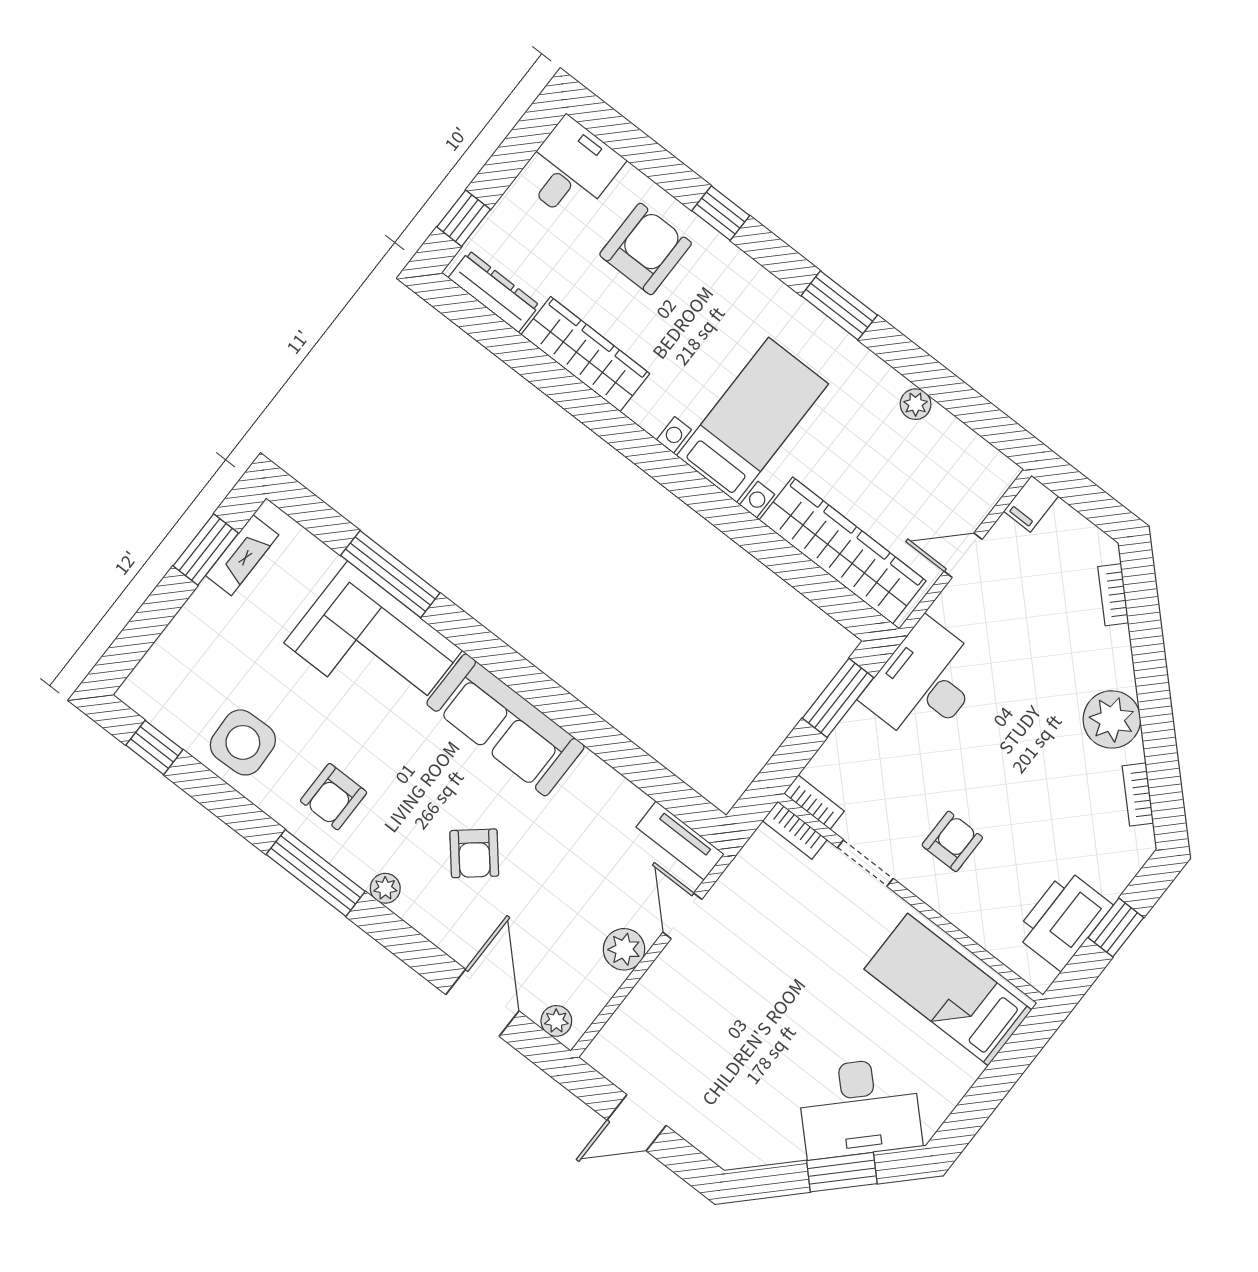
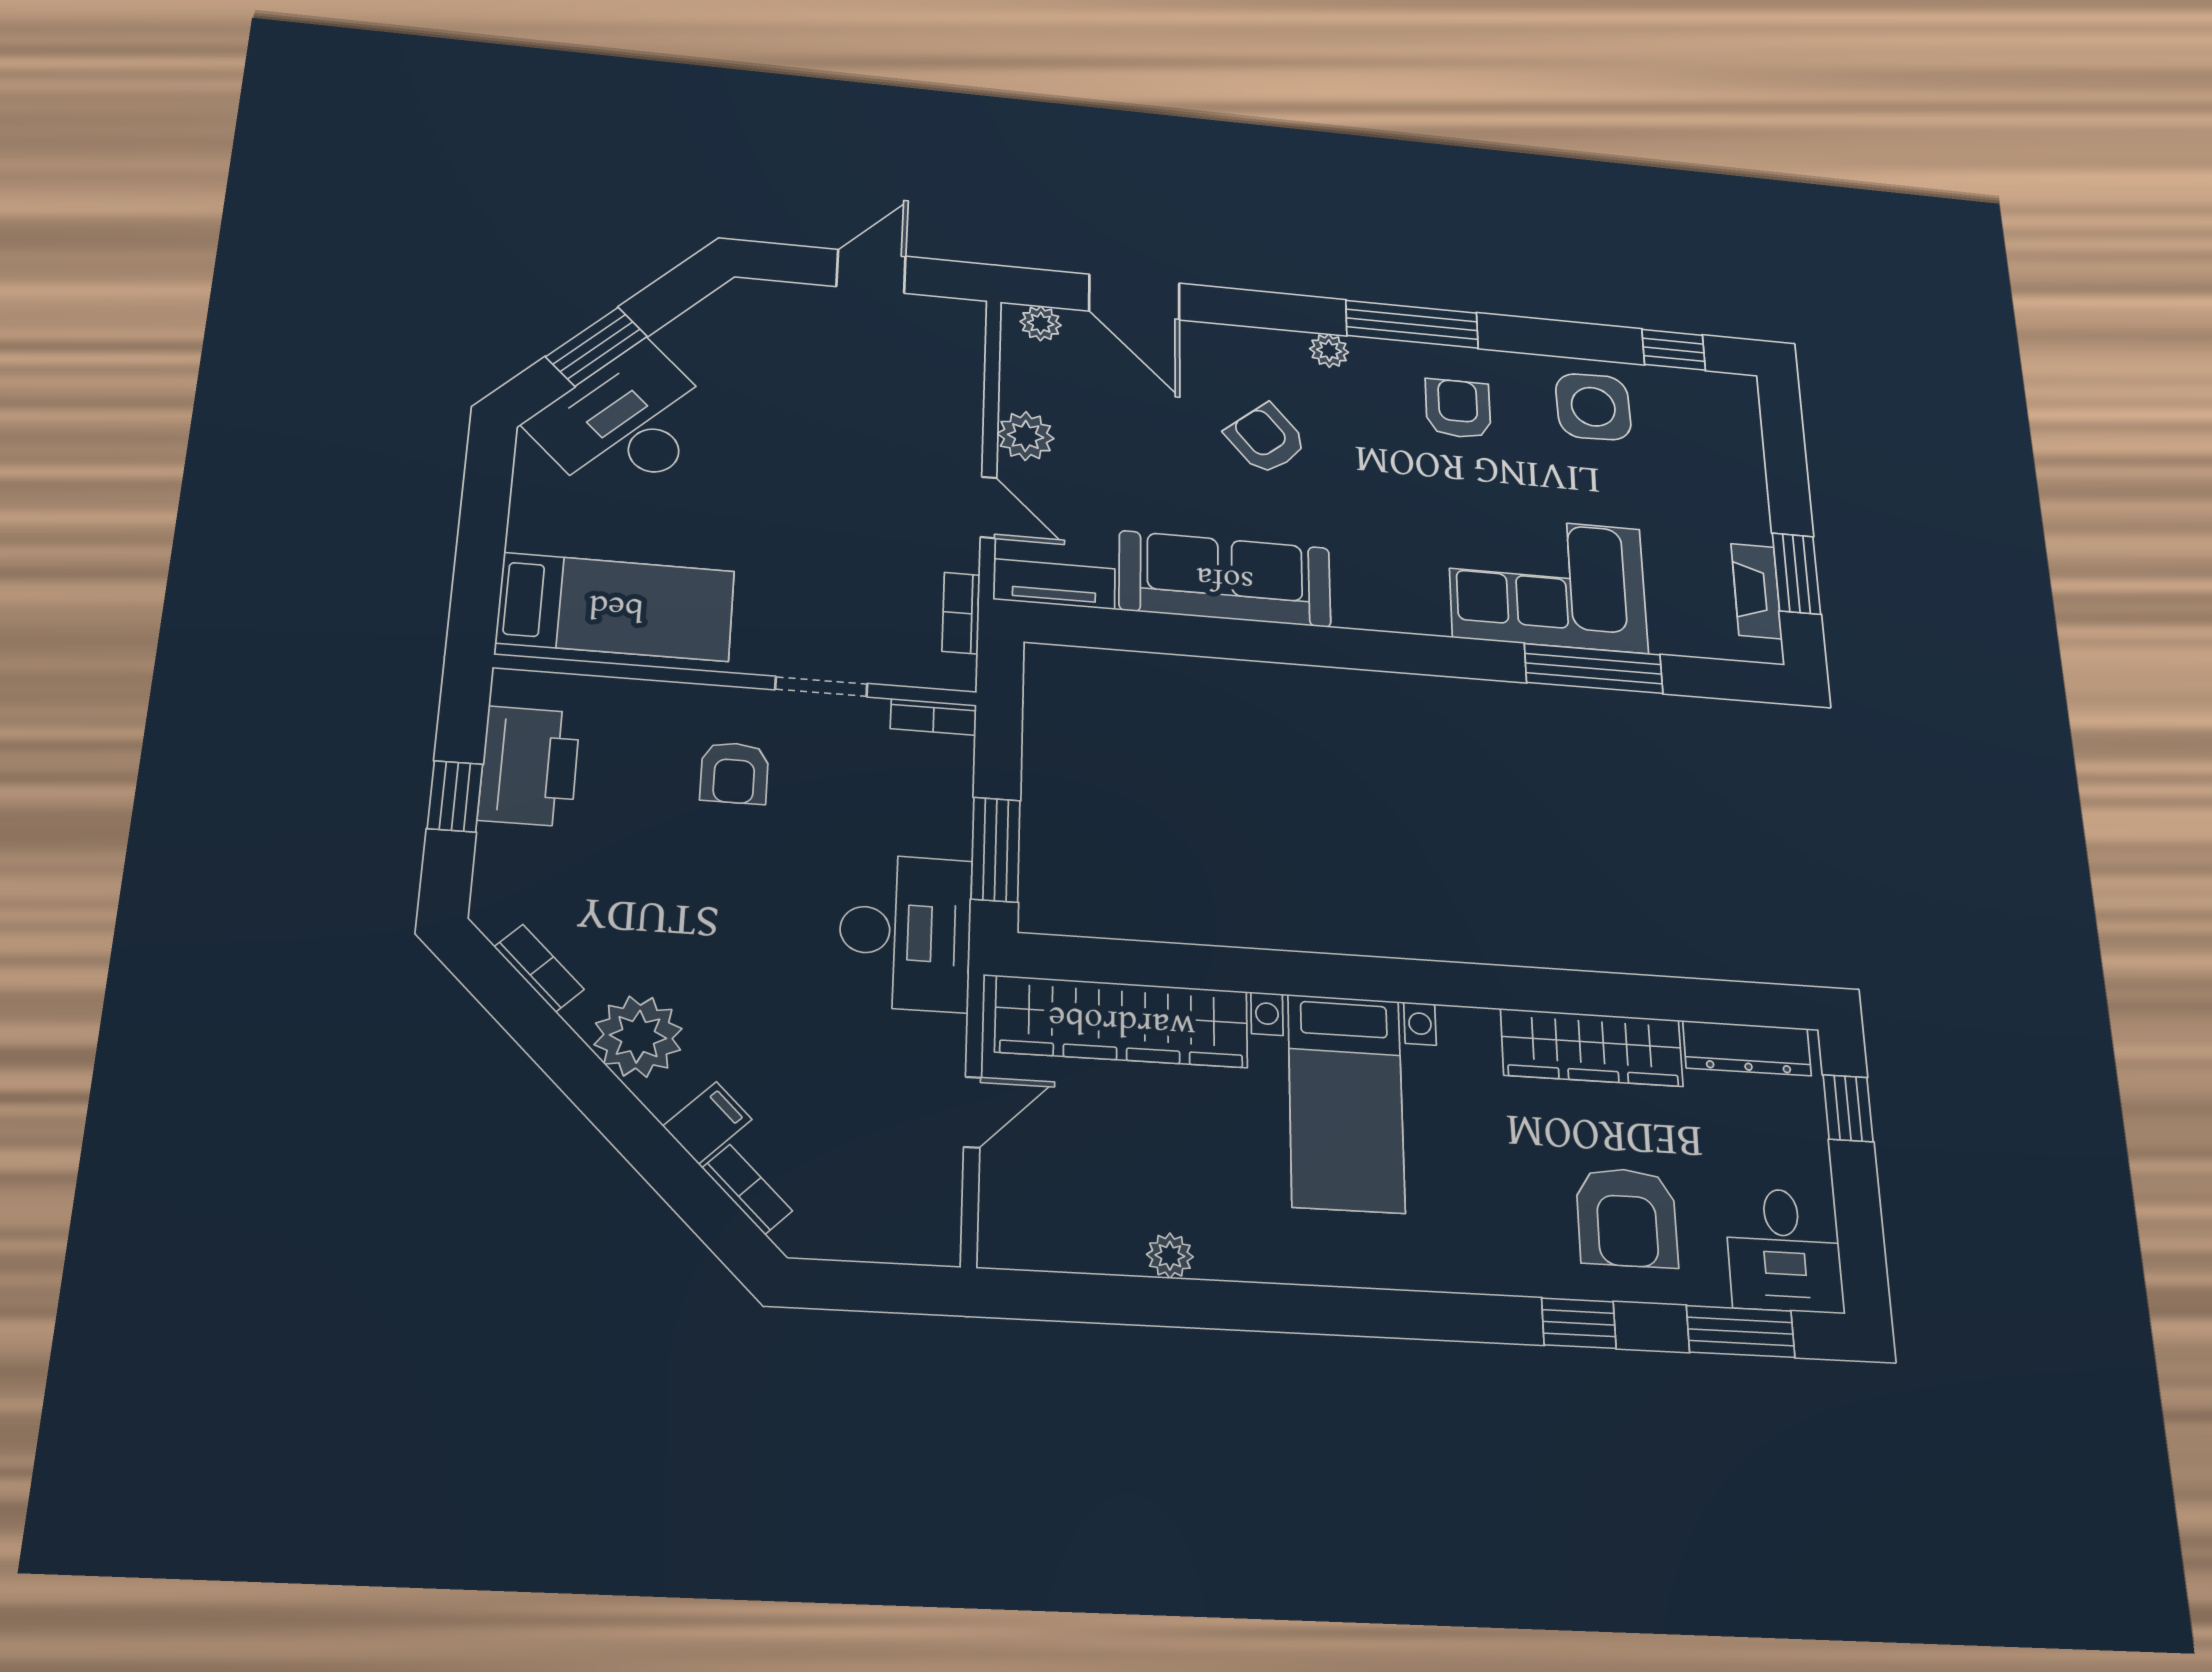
window: (839, 305) -> (1741, 1332), moved
filing cabinet: (1031, 504) -> (707, 1123), moved, turned 45
sofa: (505, 725) -> (1225, 579), moved
bookcase: (795, 830) -> (961, 613), moved, turned -90

